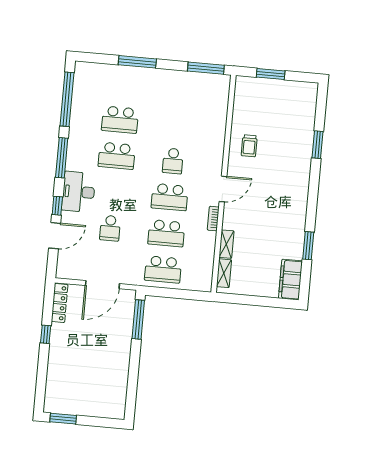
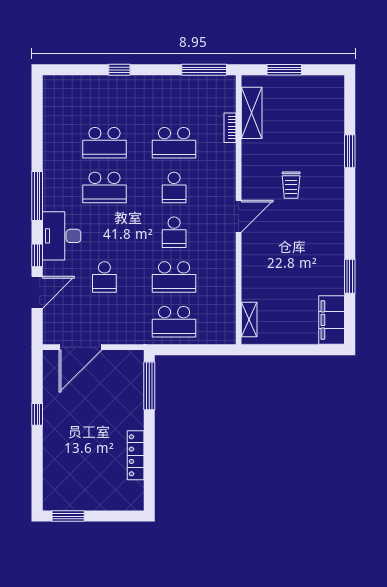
window: (137, 62) -> (119, 70), width x0.46
window: (67, 99) -> (37, 124), removed
school desk: (176, 125) -> (174, 143), added
trolley: (249, 146) -> (291, 185), moved
school desk: (170, 197) -> (174, 232), width x0.54
bookcase: (213, 219) -> (230, 128), moved
shelving: (226, 244) -> (252, 113), moved, width x1.50, depth x1.33
door: (102, 285) -> (80, 347), moved
locker: (60, 303) -> (136, 455), moved, turned 180

